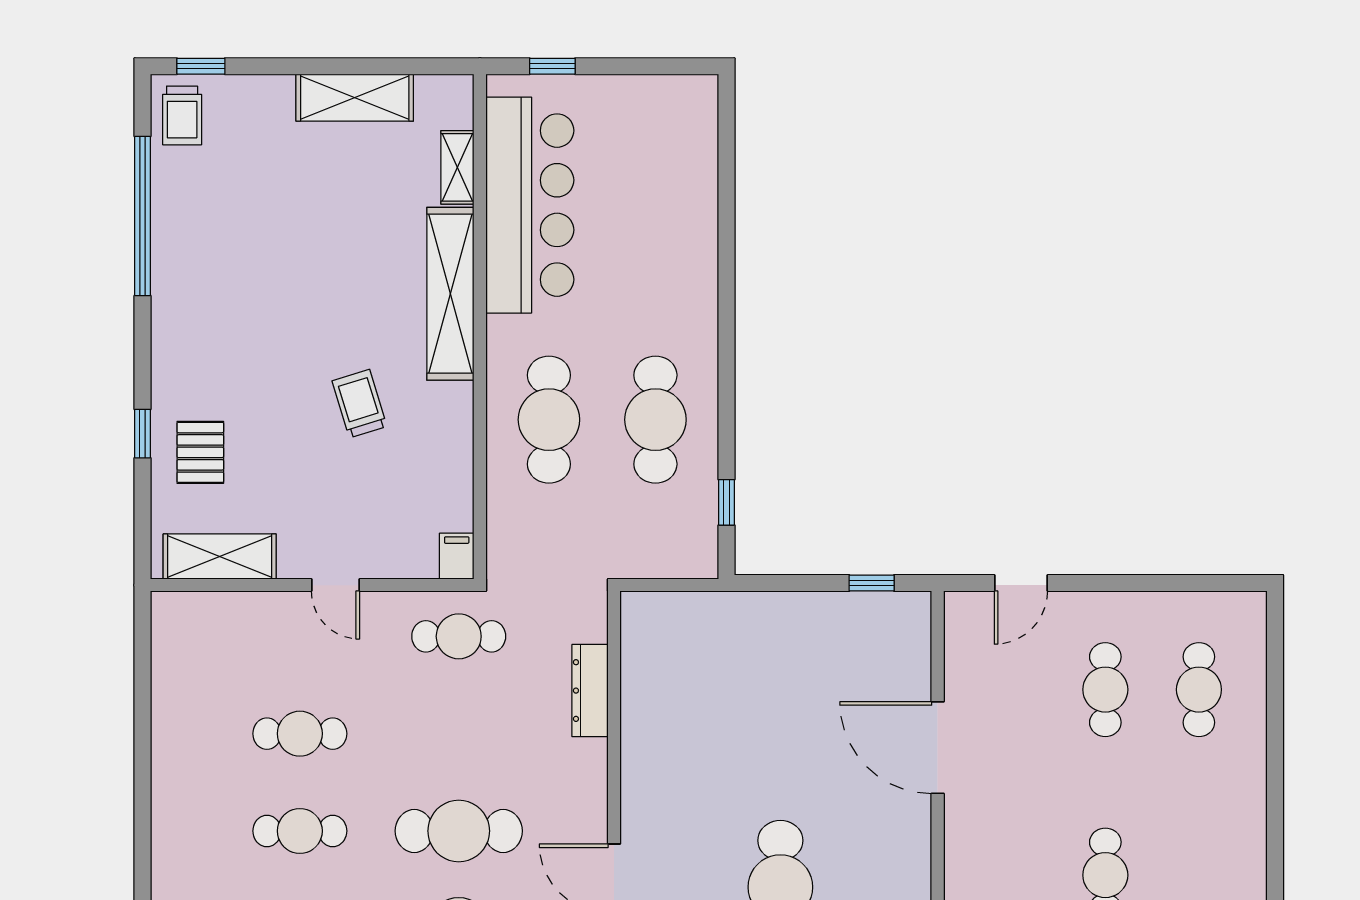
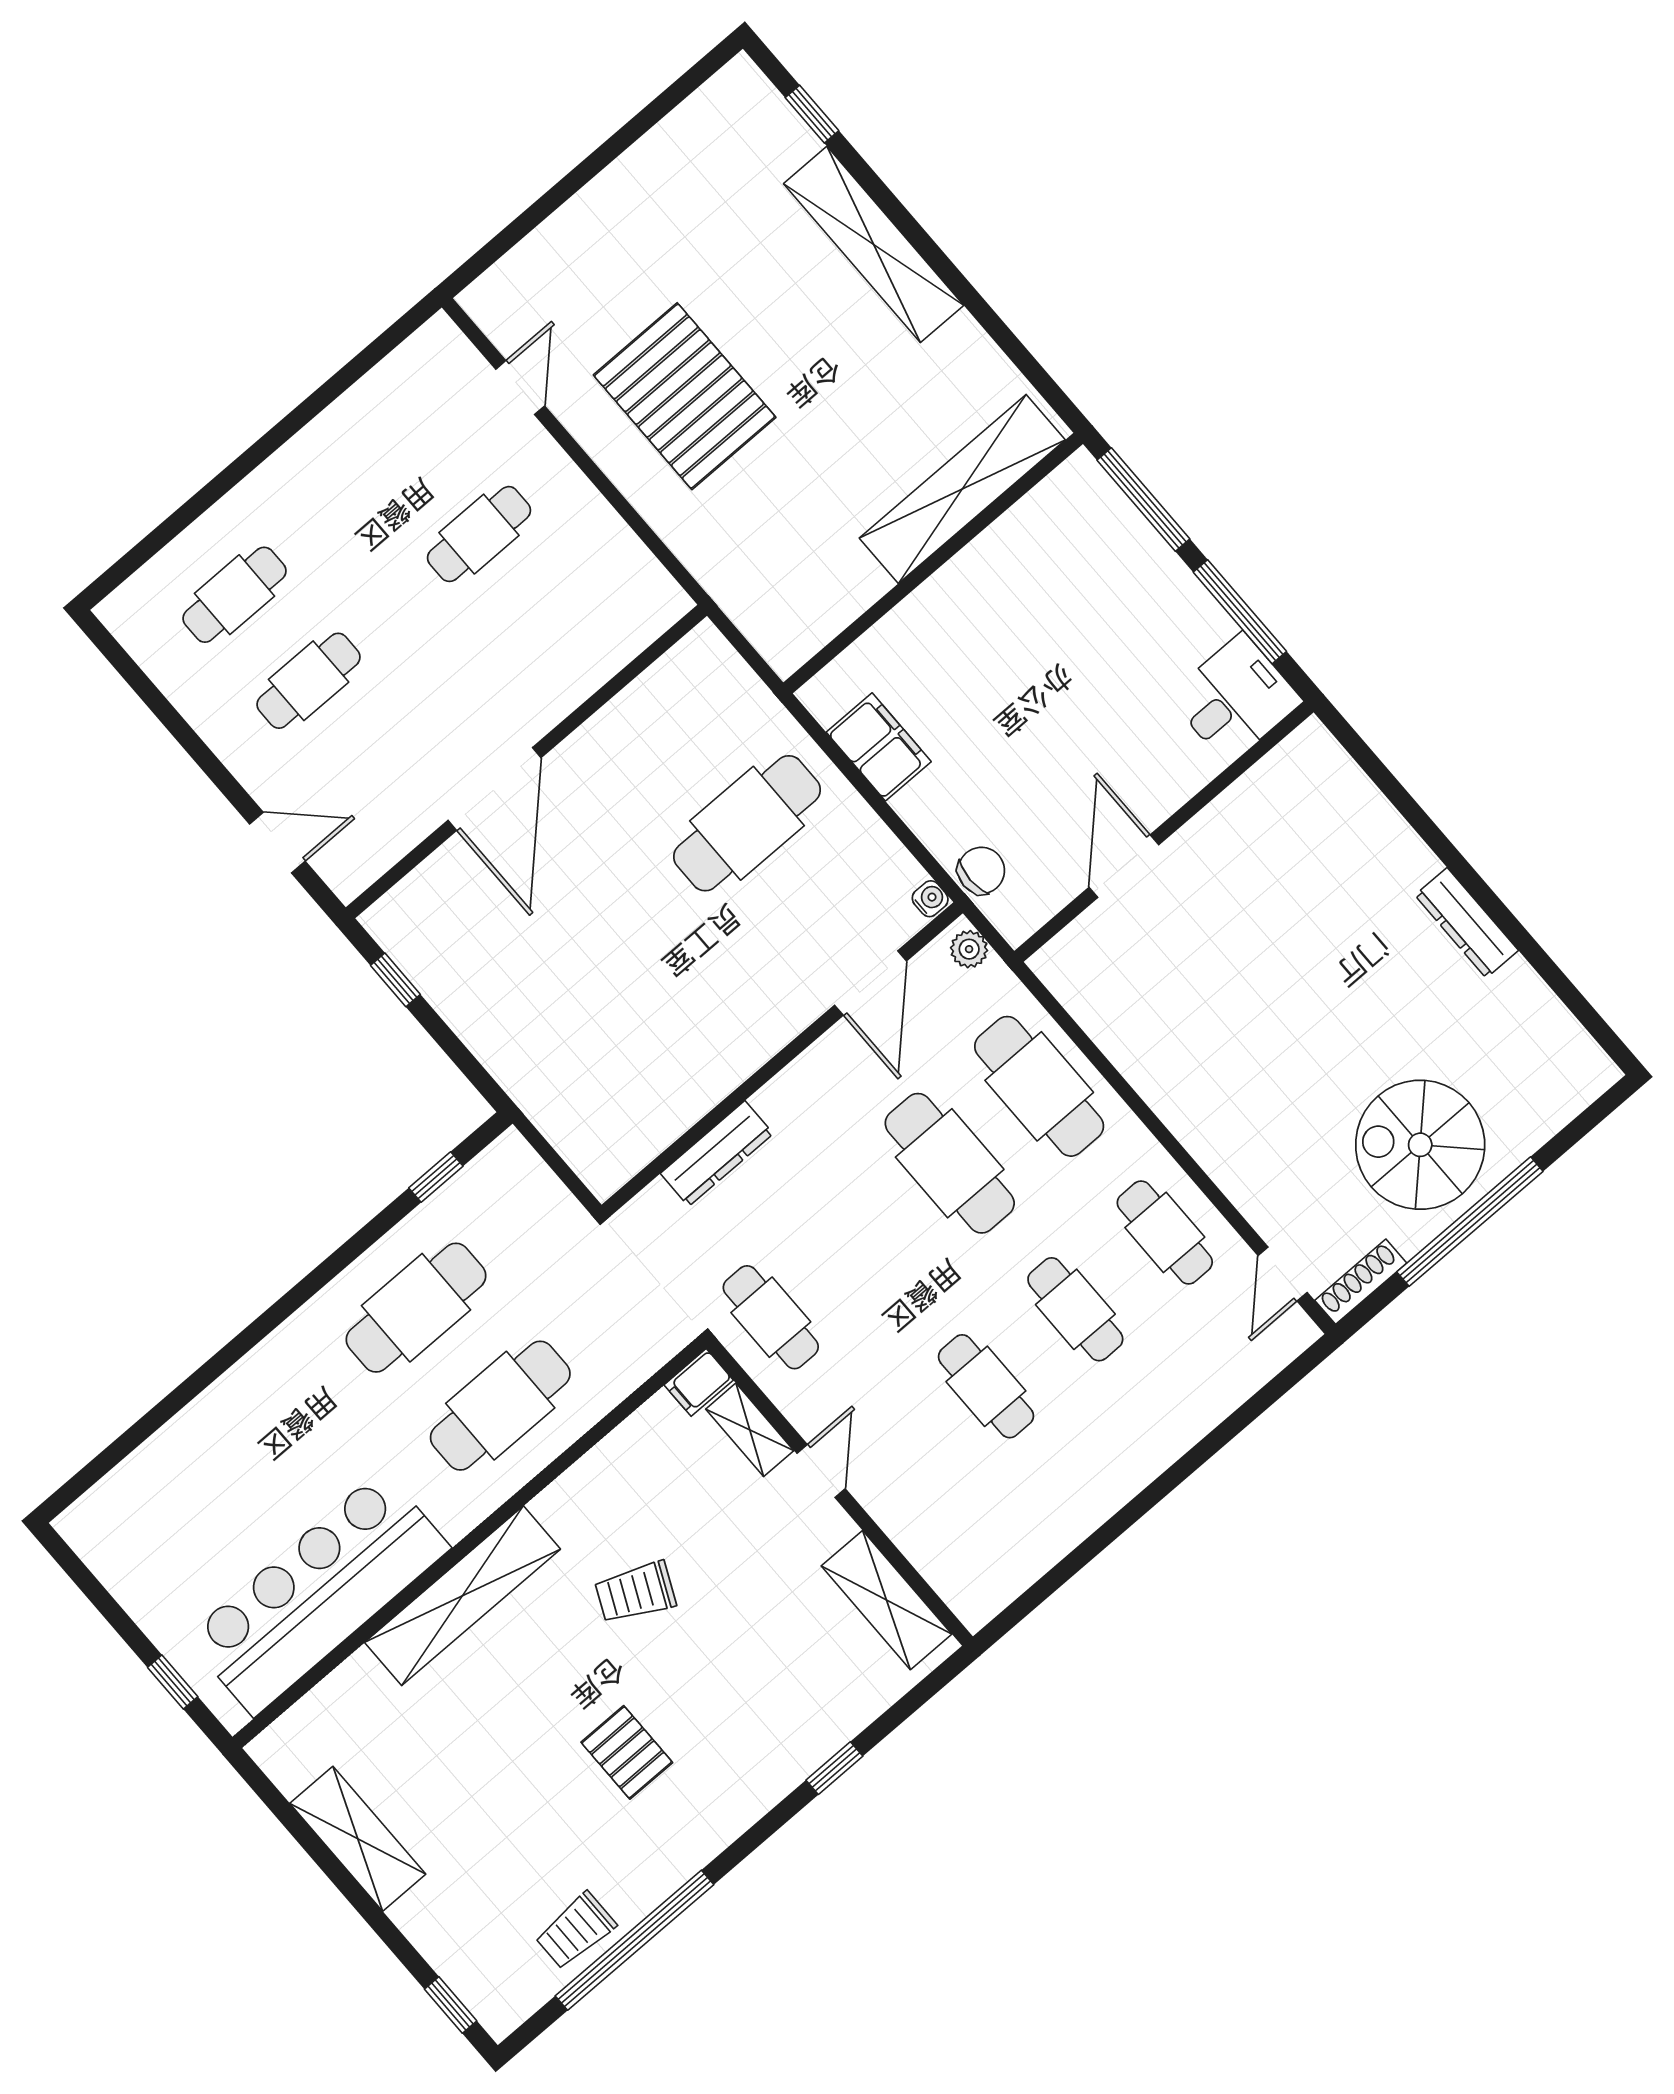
trolley: (182, 115) -> (576, 1931), moved, turned 180
shelving: (457, 167) -> (750, 1430), moved, turned 90
trolley: (359, 404) -> (635, 1592), turned 42
pallet: (200, 452) -> (627, 1752), moved, turned 90

